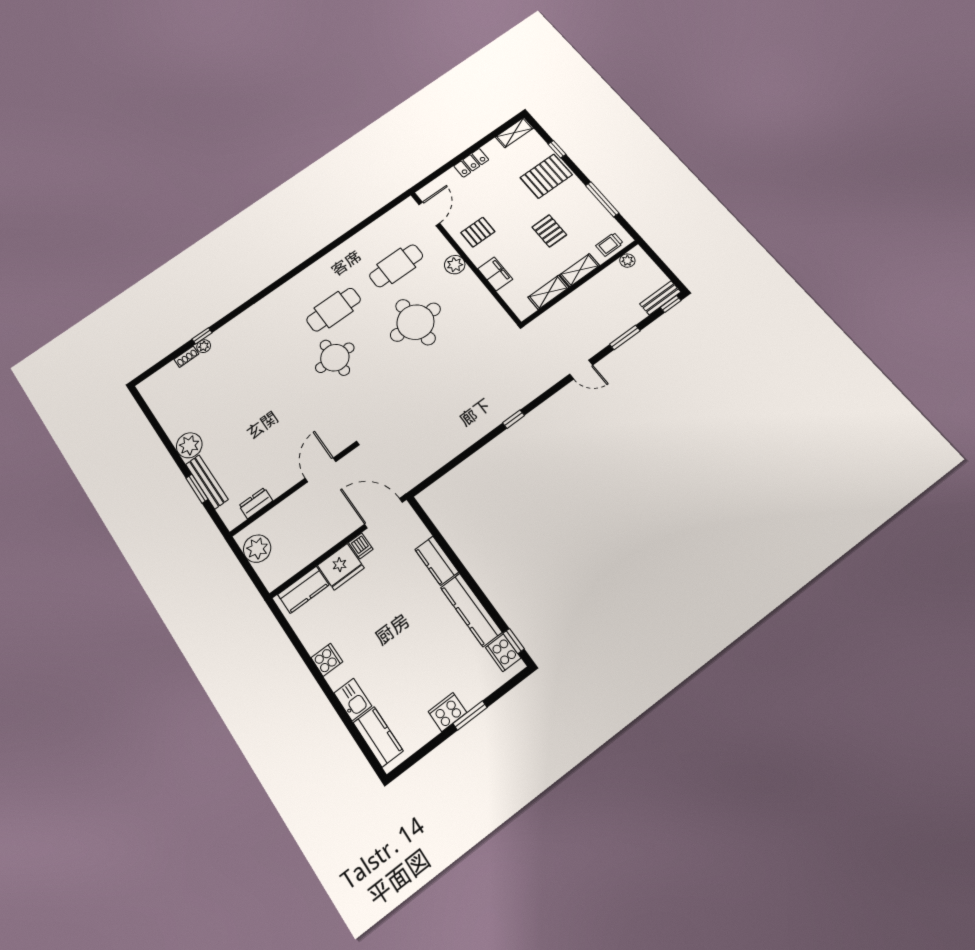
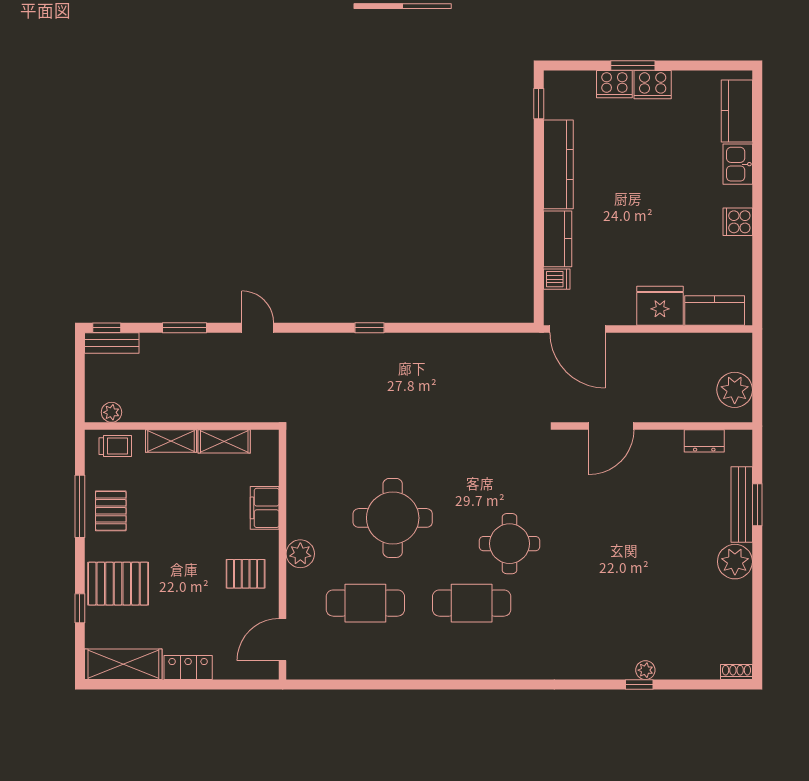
shelving: (514, 132) -> (123, 664), width x1.50, depth x1.33
pallet: (549, 231) -> (111, 511), moved
shoe rack: (186, 357) -> (736, 672), moved
dishwasher: (361, 546) -> (557, 279), moved, turned 90
cooker: (503, 653) -> (614, 84), moved, turned 90

